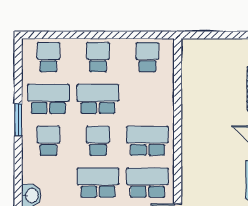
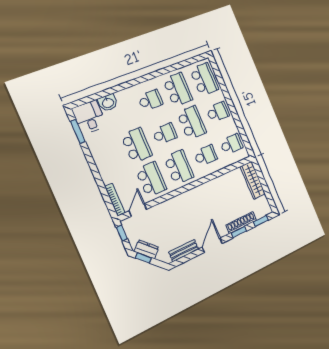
wardrobe: (207, 48) -> (253, 180), added
school desk: (48, 57) -> (204, 79), width x1.85
school desk: (147, 99) -> (206, 156), added
window: (18, 120) -> (156, 74), removed

